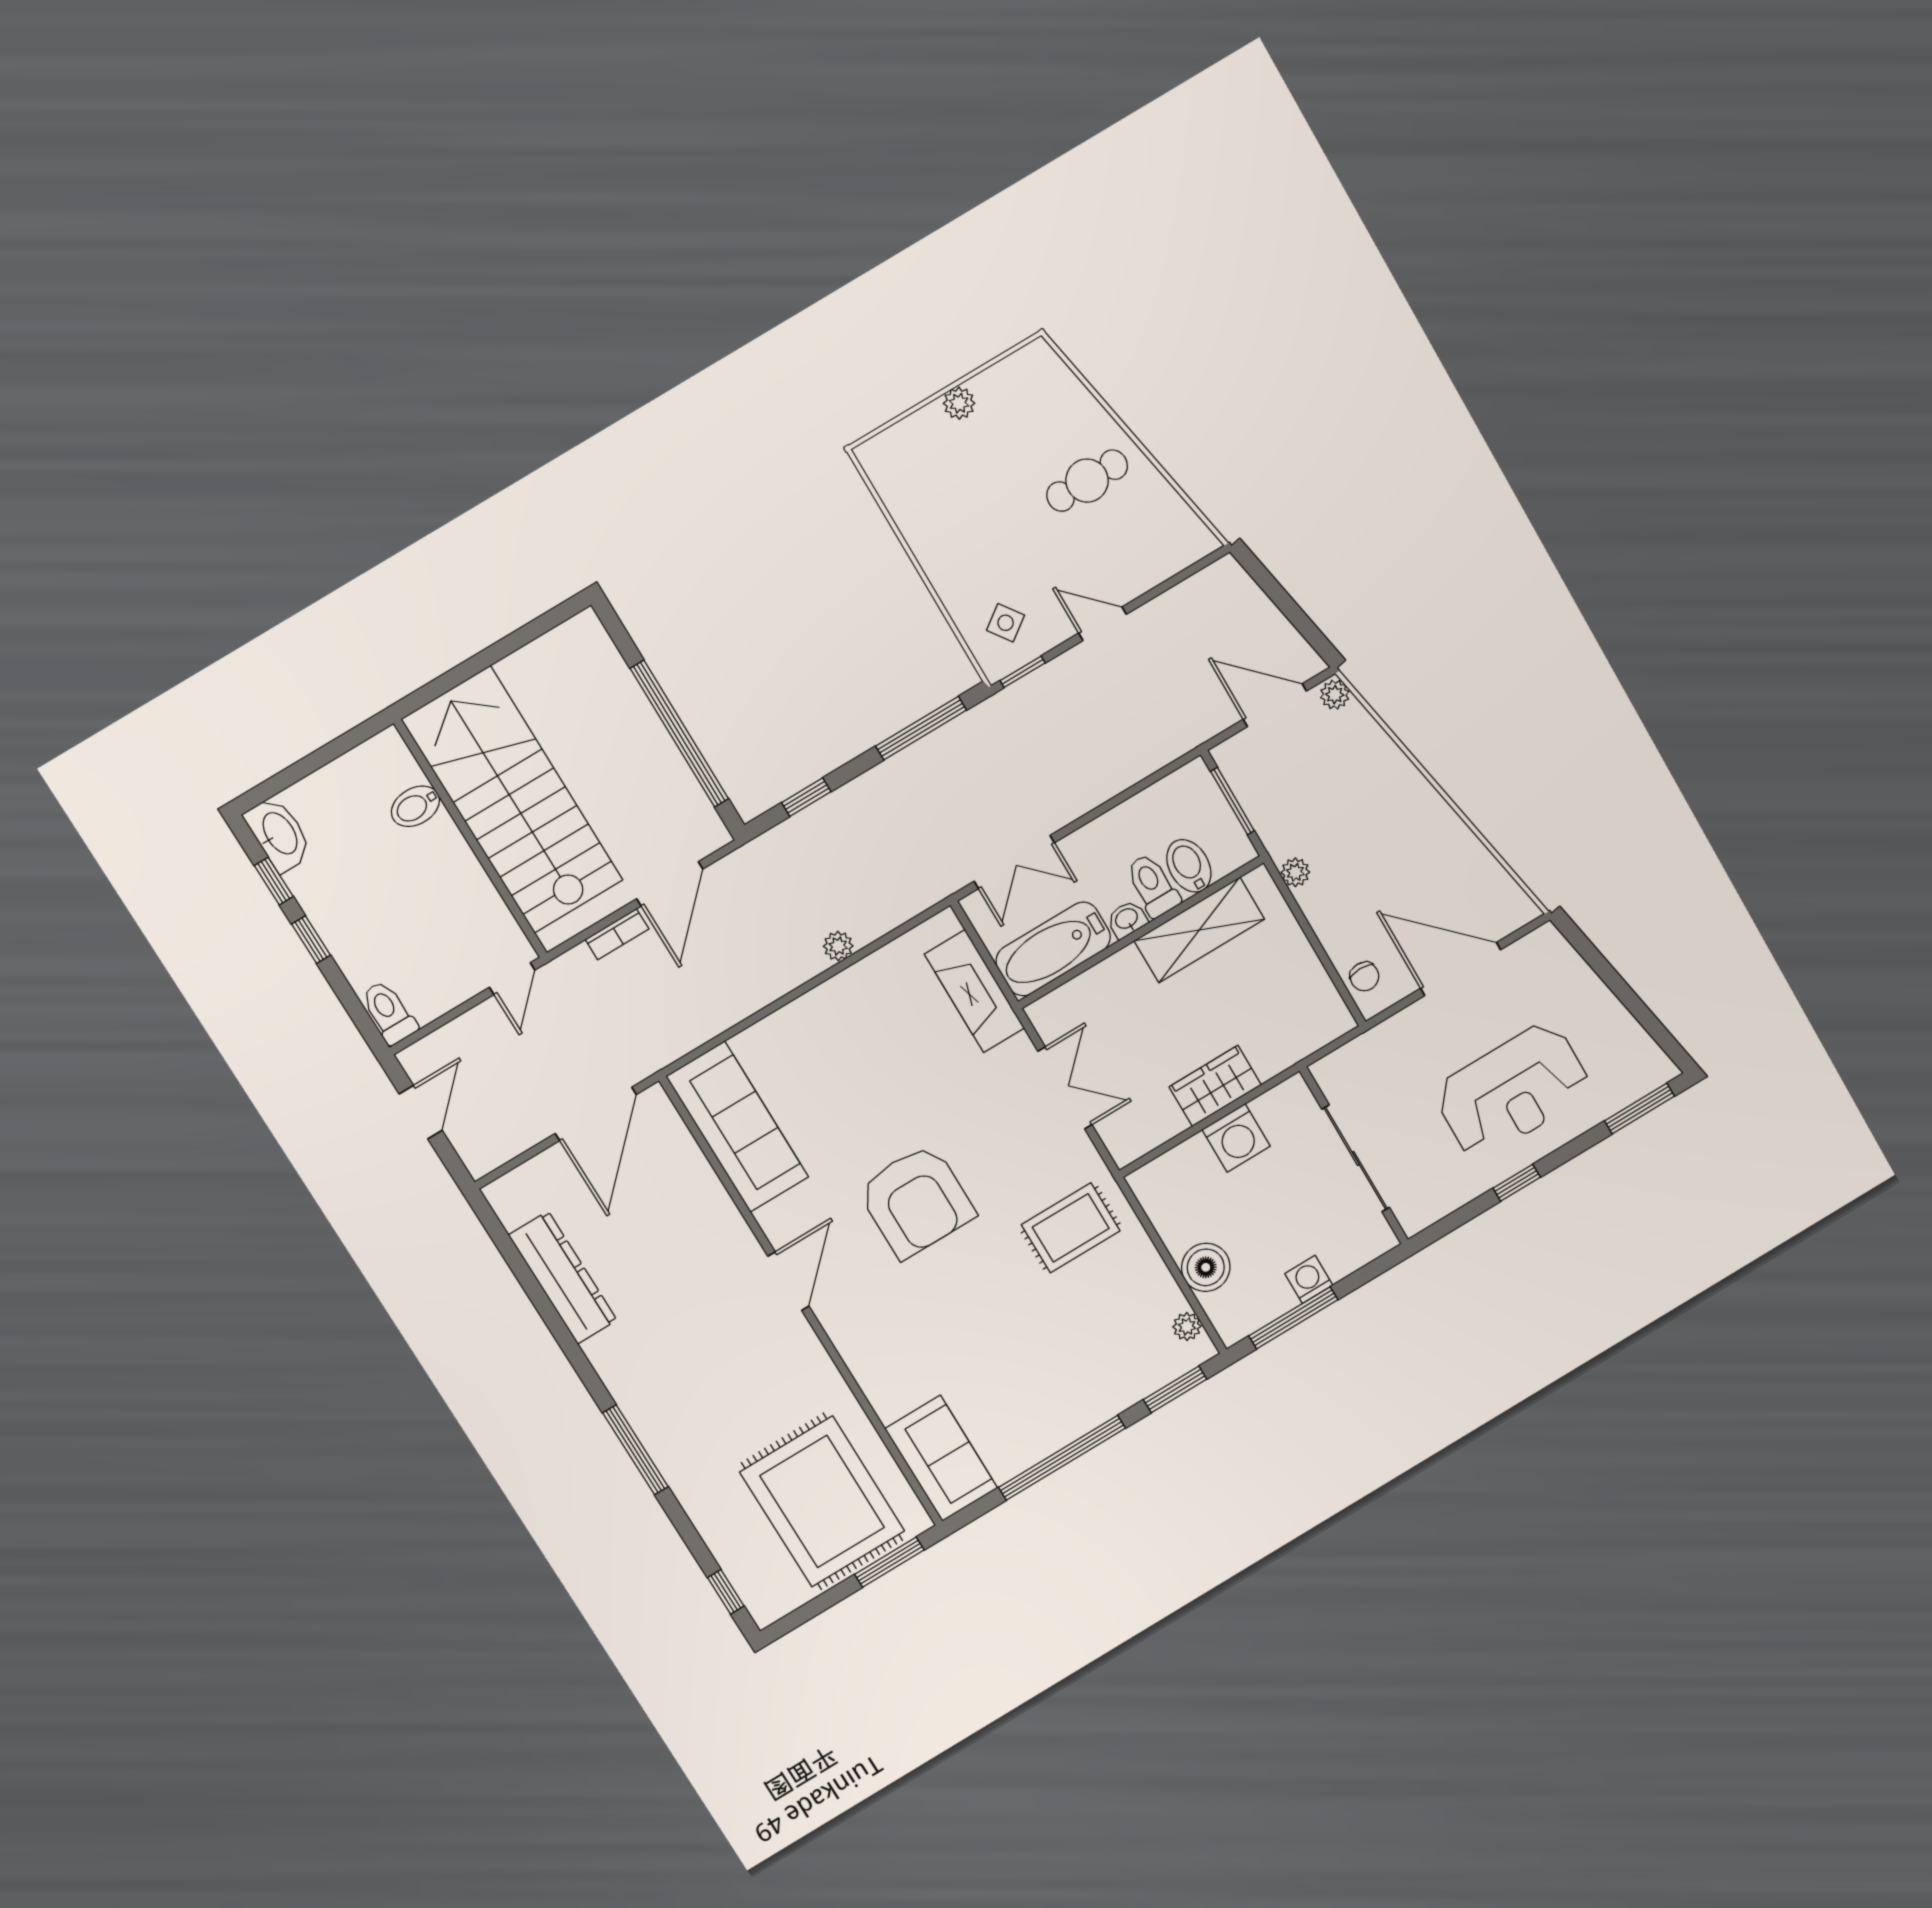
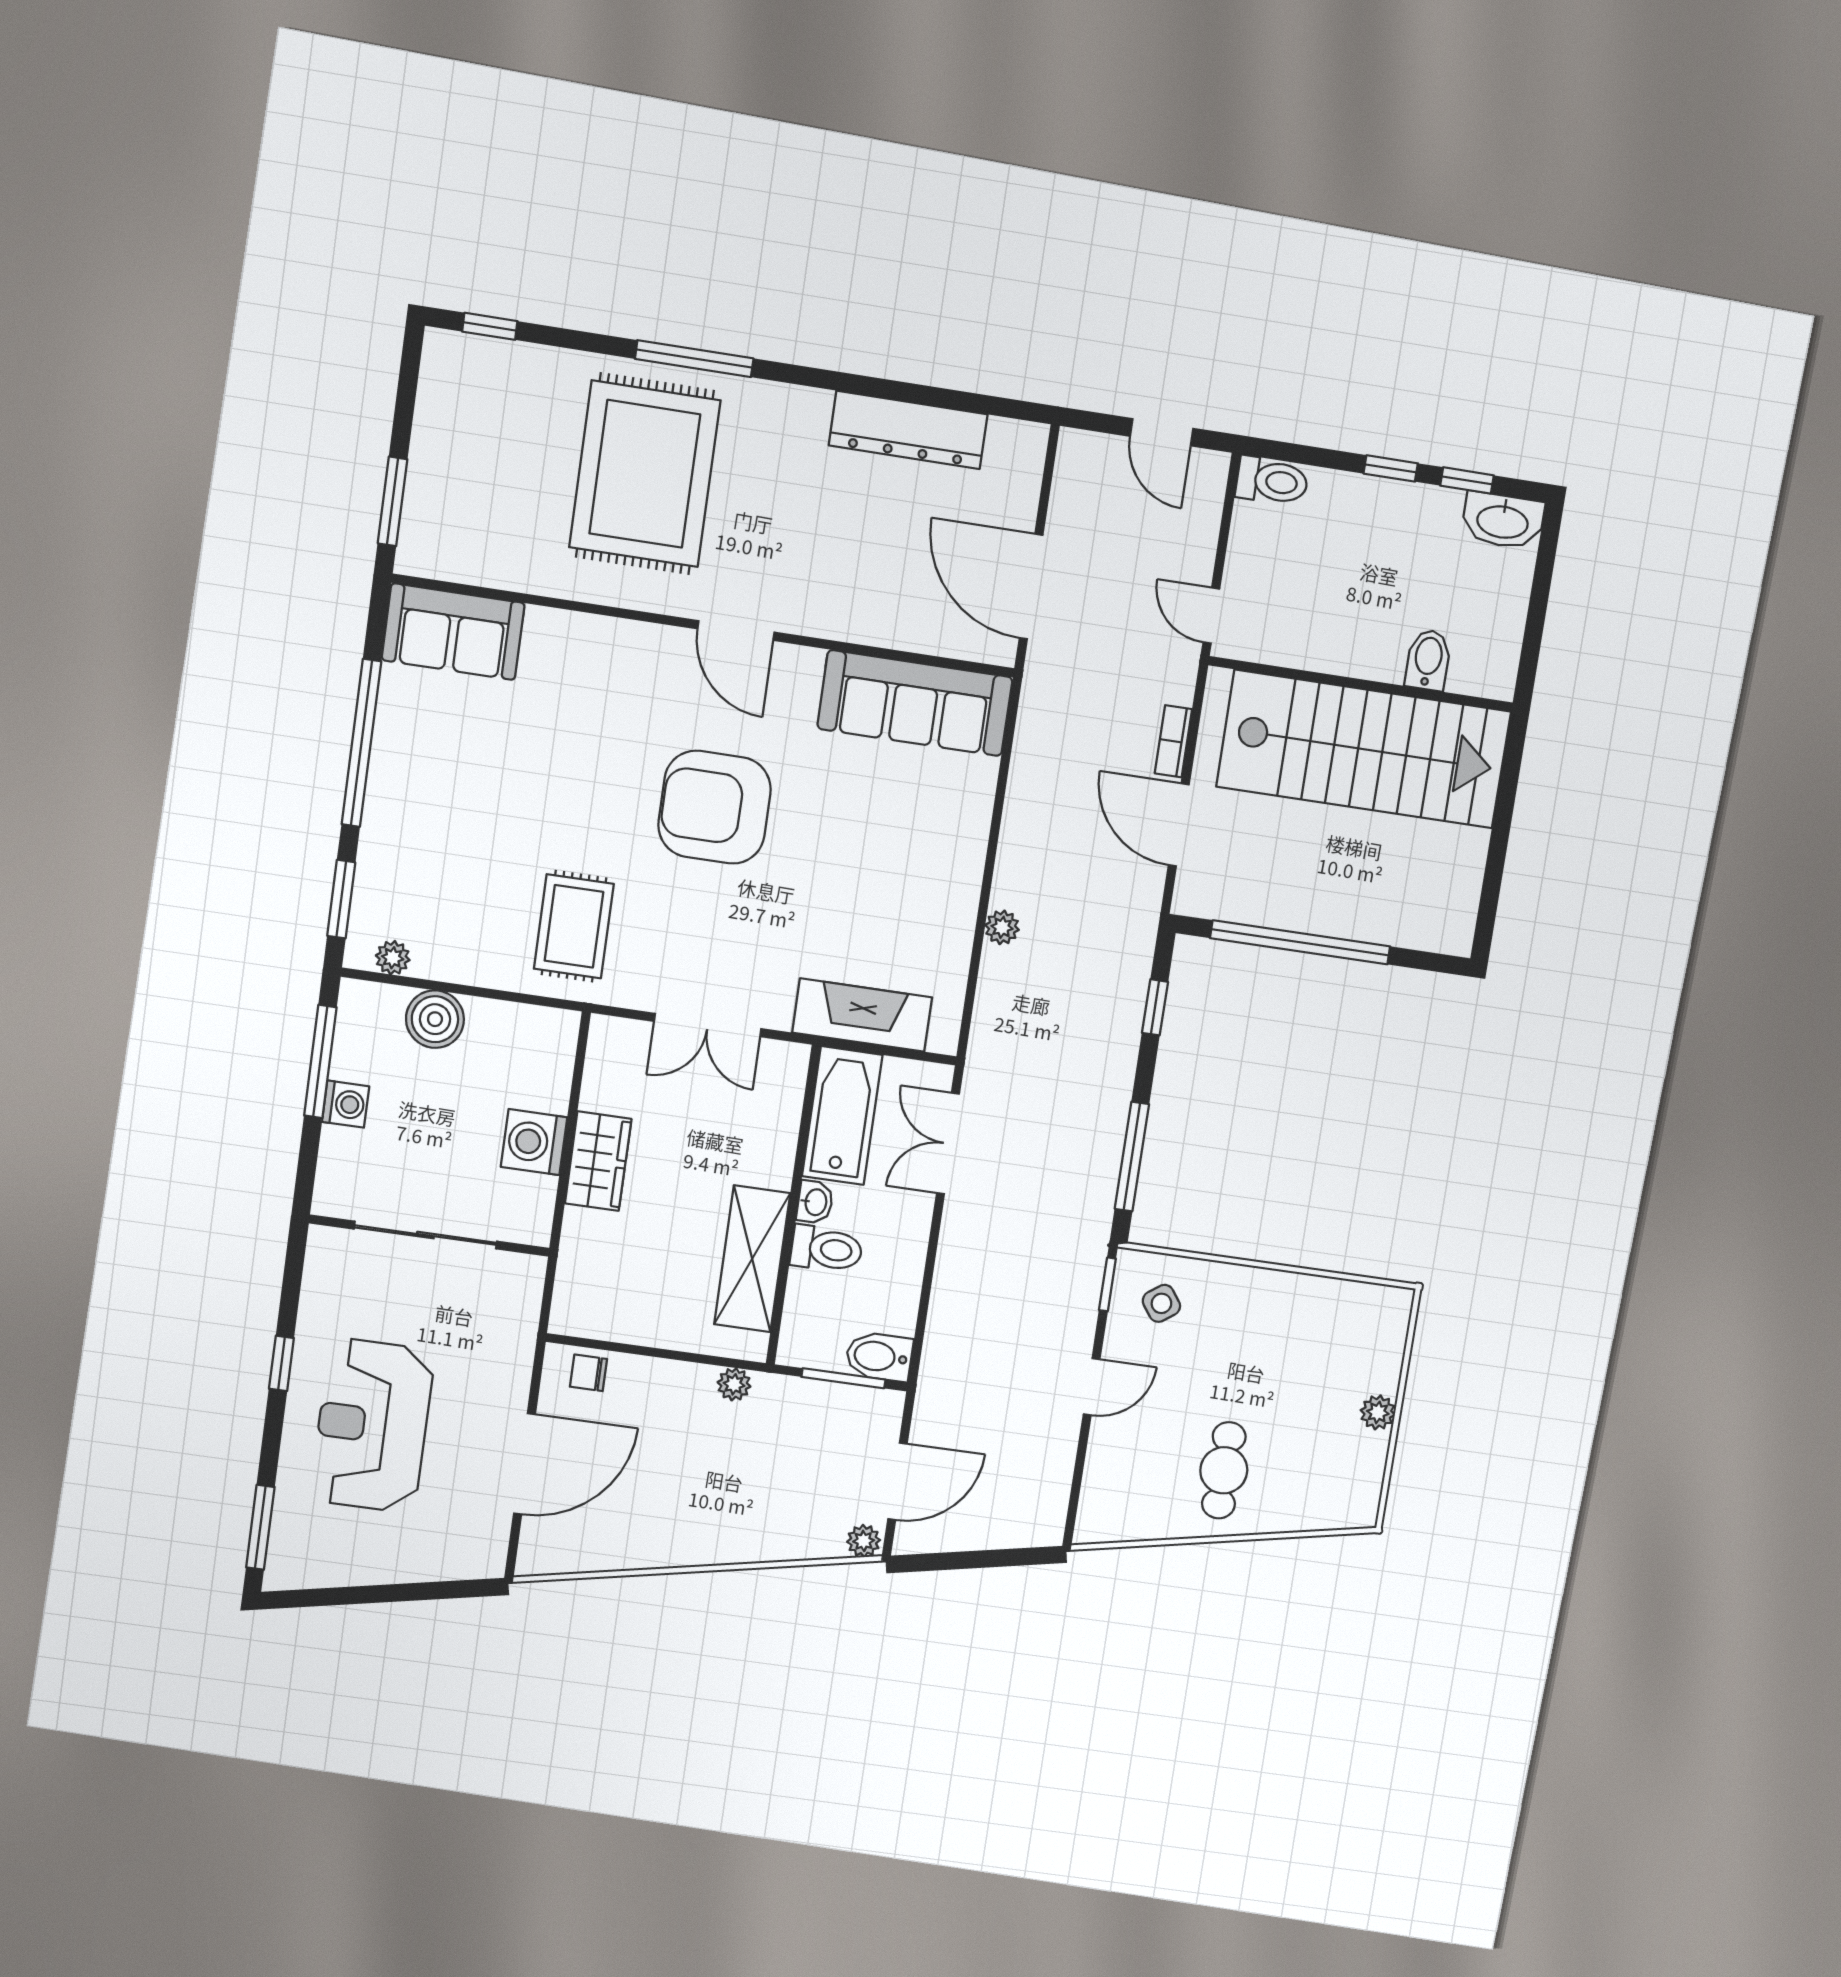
bidet: (1189, 866) -> (879, 1357), moved, turned 180
rug: (822, 1502) -> (645, 474), moved, turned 90

